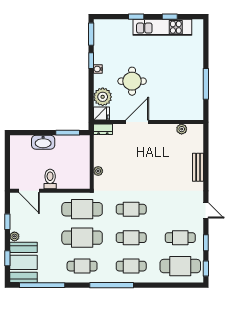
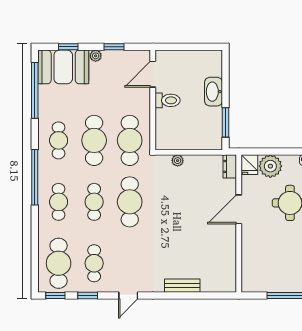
door: (137, 122) -> (239, 209), swing flipped
plant: (182, 129) -> (230, 265), removed
cafe table: (131, 209) -> (130, 202), width x1.37, depth x1.35

